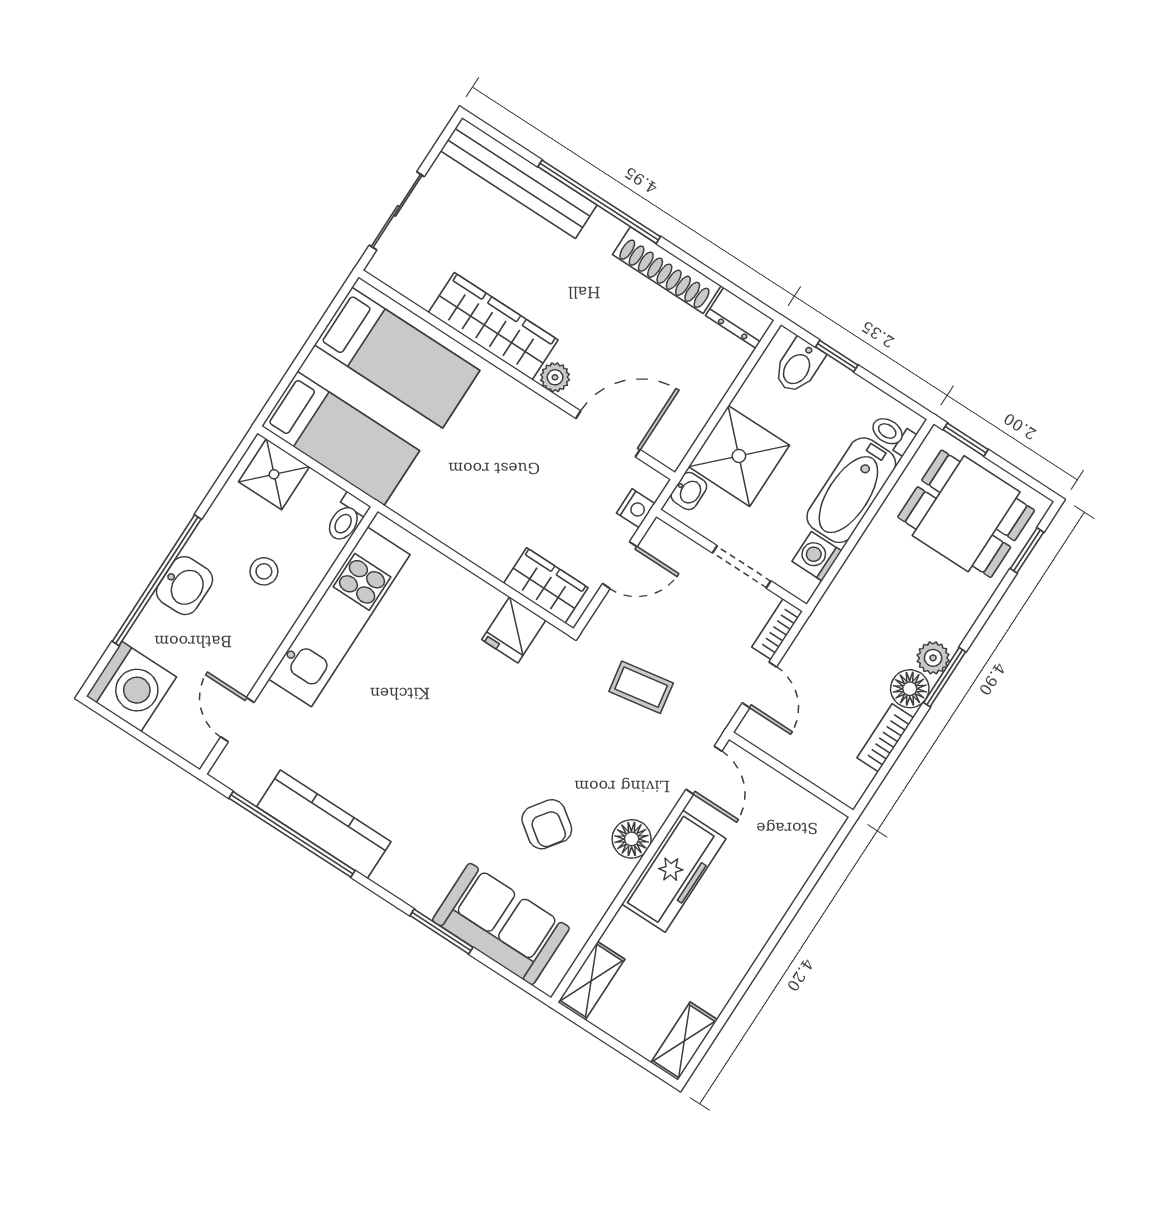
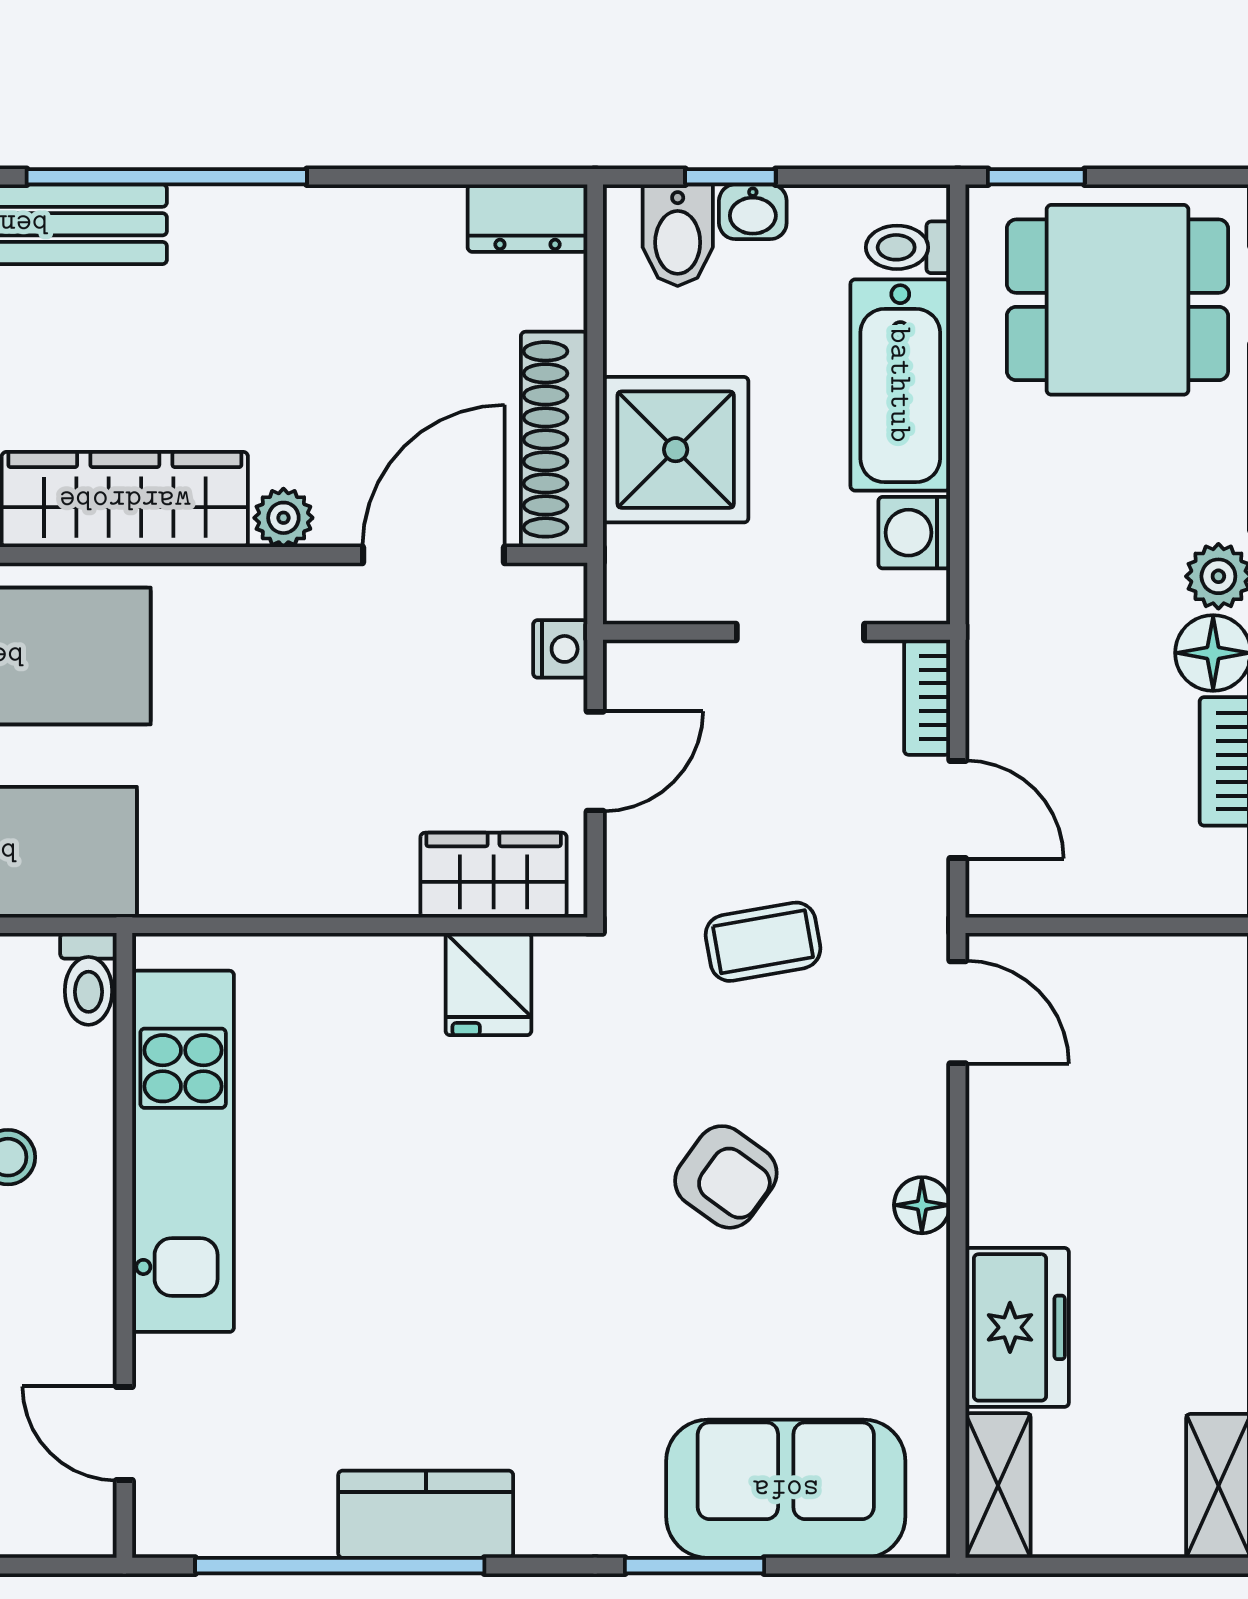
shoe rack: (667, 270) -> (554, 439), moved, turned 90
washbasin: (689, 491) -> (753, 212), moved, turned 90
kitchen counter: (324, 824) -> (426, 1514), width x0.67
armchair: (547, 824) -> (726, 1177), moved
floor lamp: (632, 839) -> (922, 1205), width x0.73, depth x0.73
freezer: (674, 871) -> (1017, 1327), moved, width x0.71

